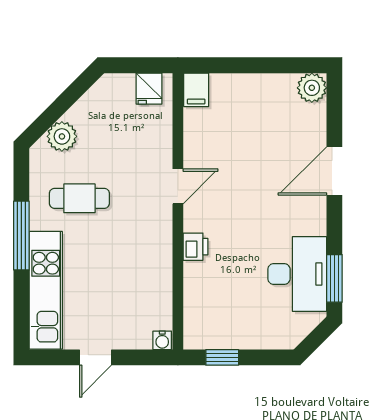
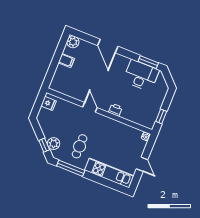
filing cabinet: (196, 90) -> (66, 61), moved
window: (50, 117) -> (44, 145), added
window: (21, 236) -> (71, 168), moved

